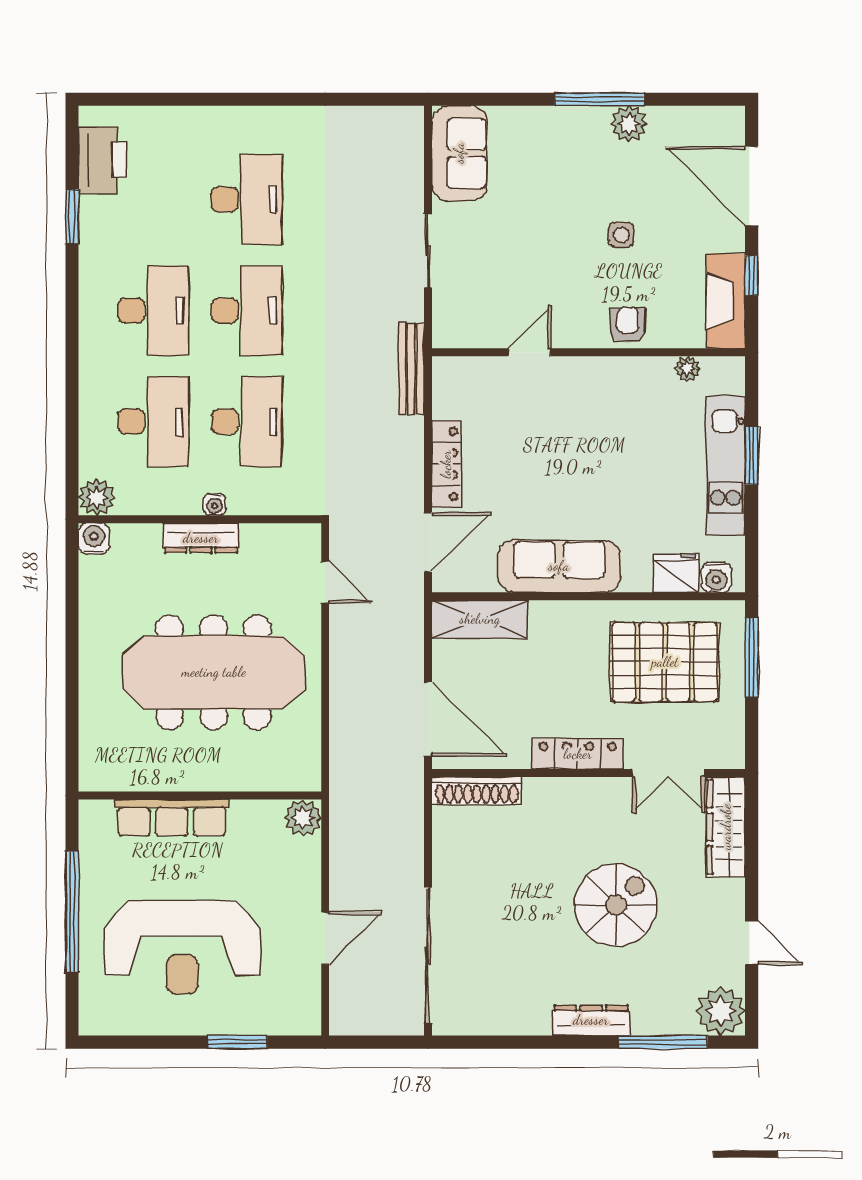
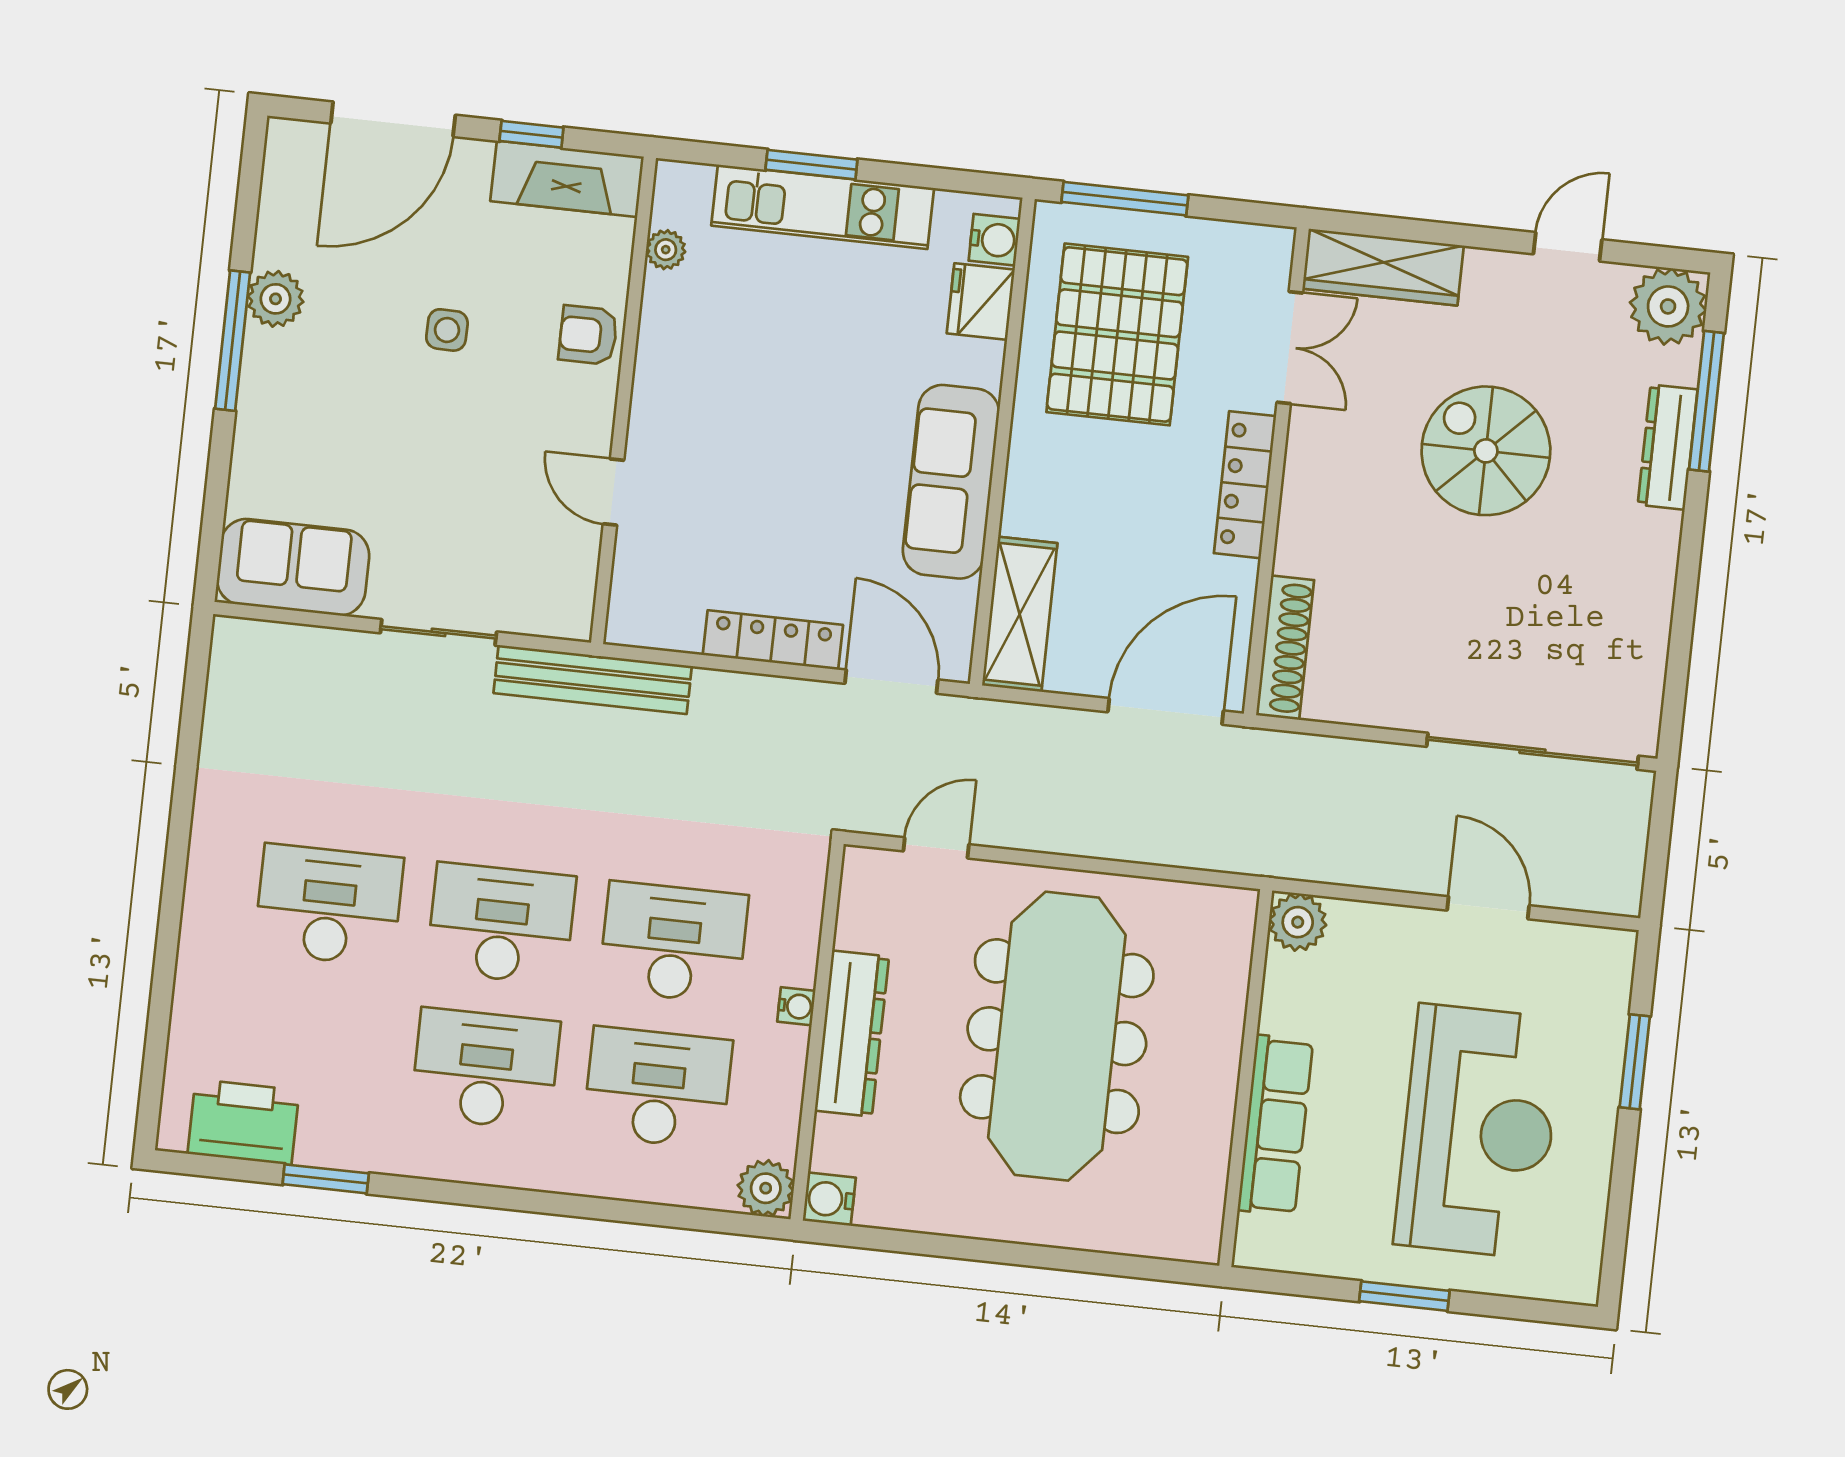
bench: (411, 369) -> (593, 680), width x1.37, depth x1.21
dresser: (201, 538) -> (852, 1034), width x1.37, depth x1.24
window: (72, 912) -> (1404, 1296), width x0.47
dresser: (591, 1020) -> (1668, 447), moved

